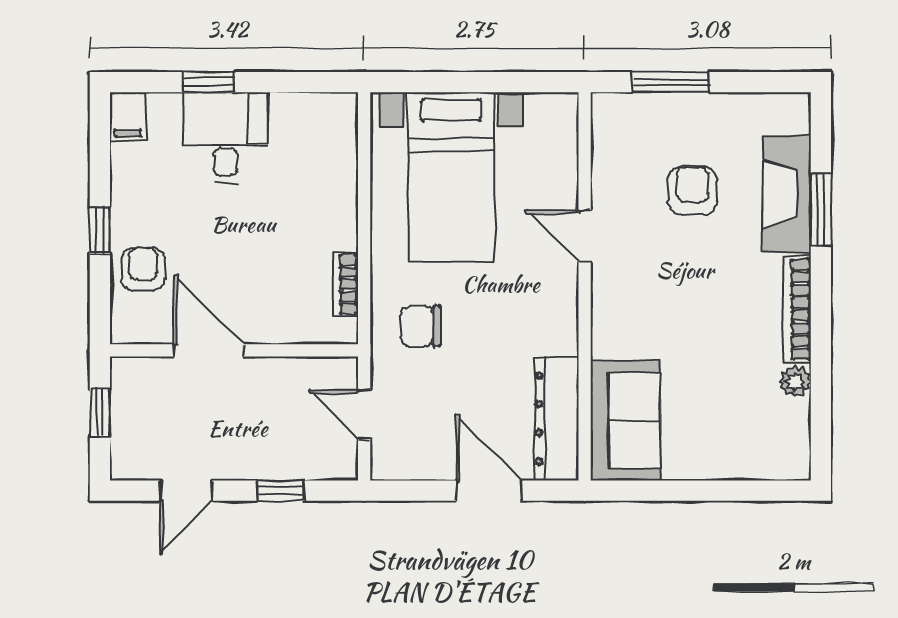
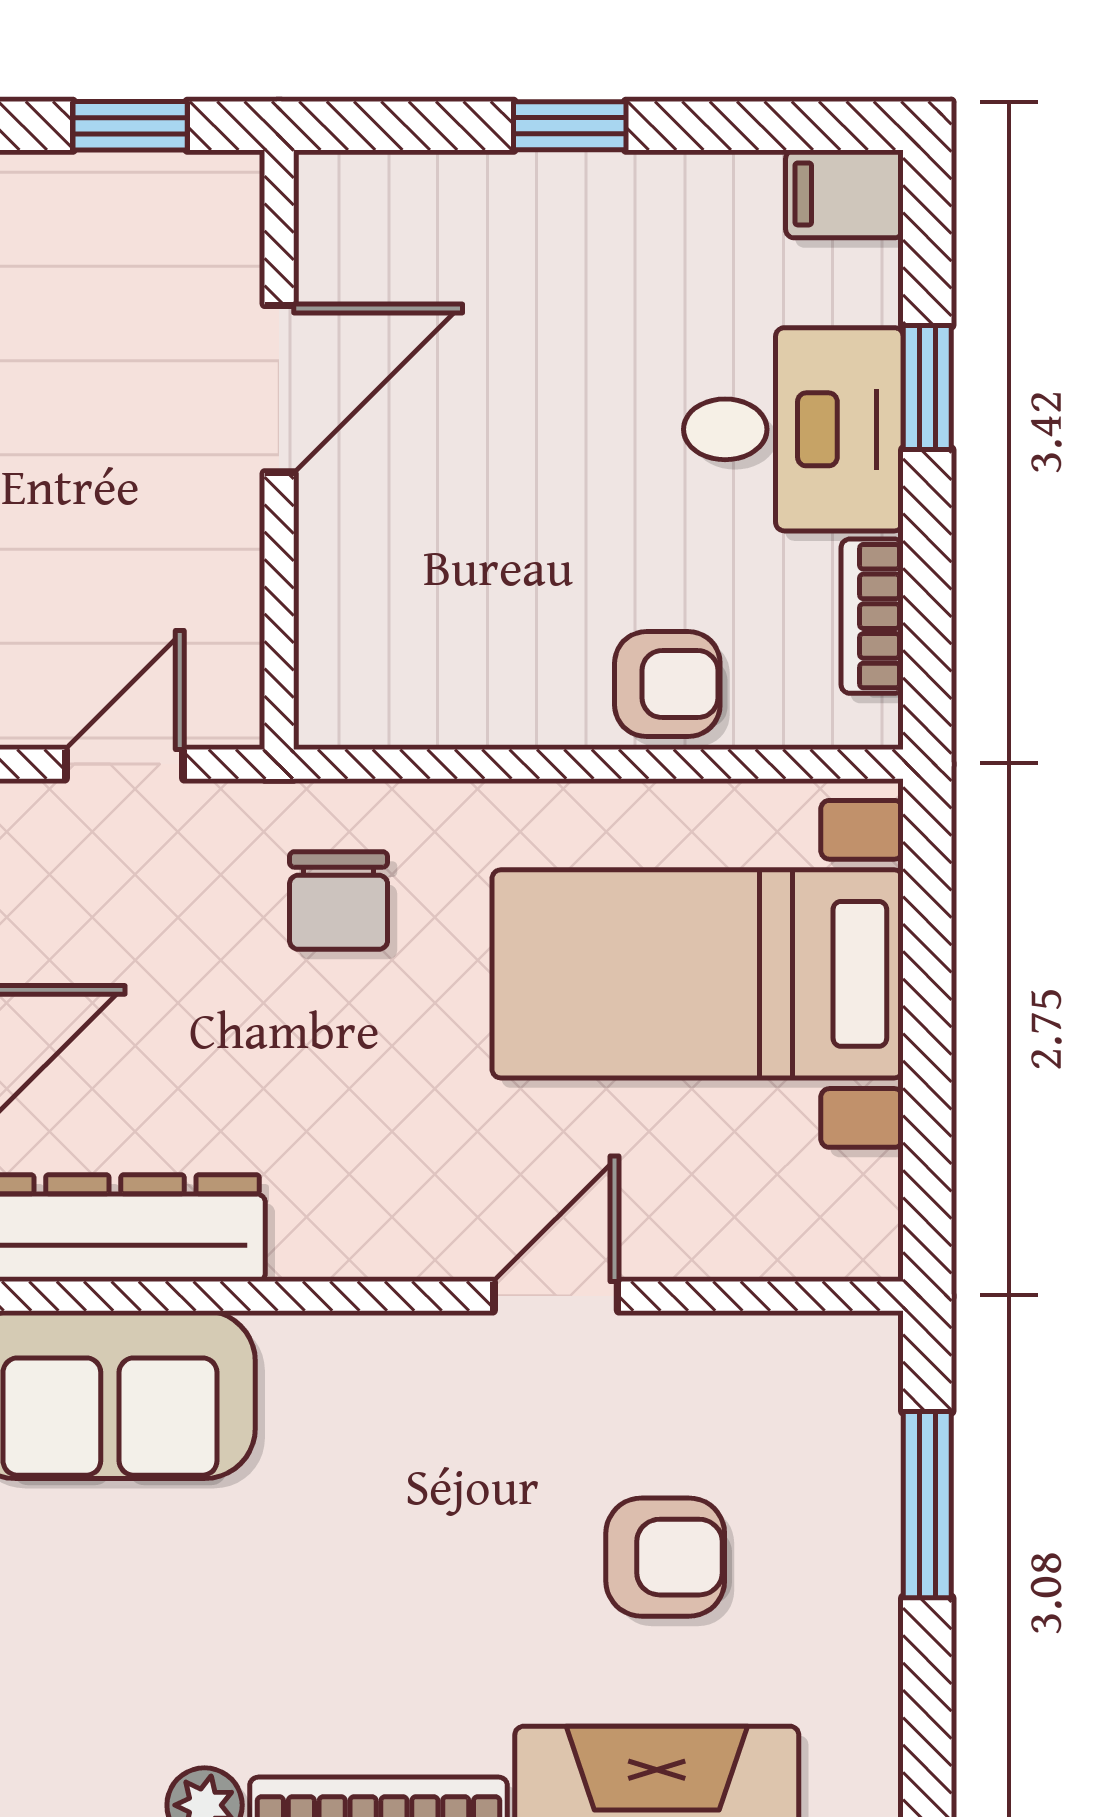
armchair: (143, 269) -> (667, 684), moved
bookcase: (345, 284) -> (872, 616), moved, turned -90
chair: (421, 326) -> (339, 901), turned 180

